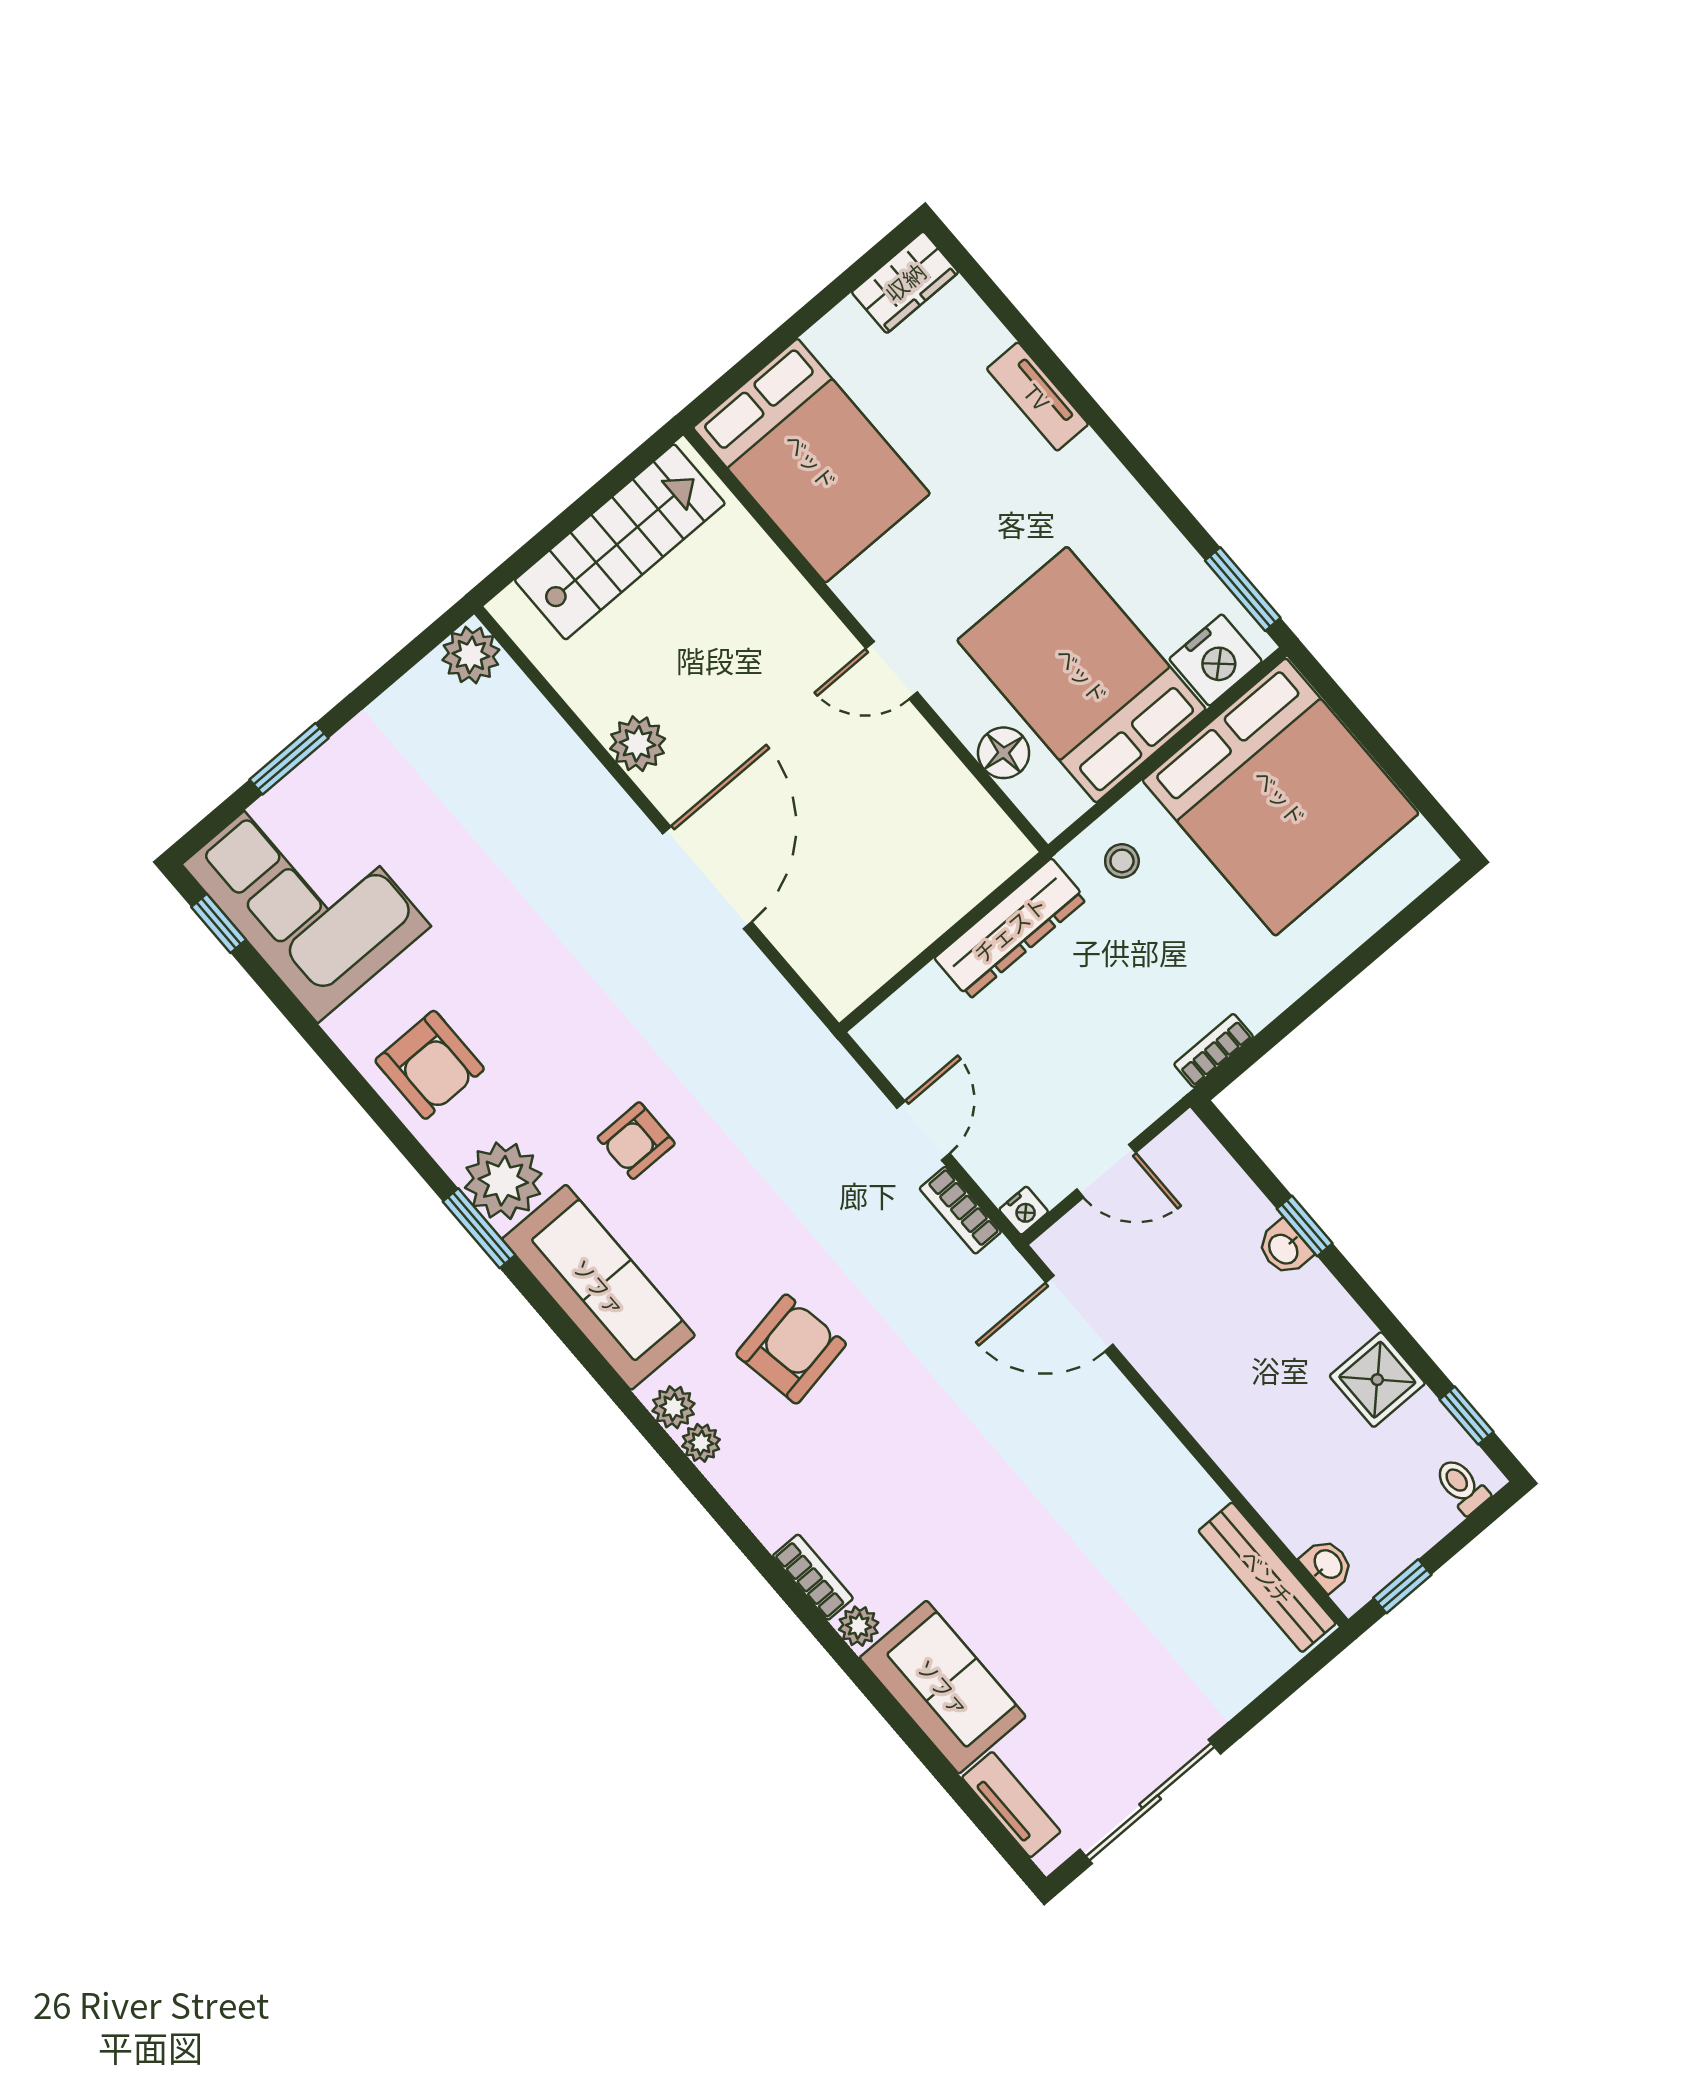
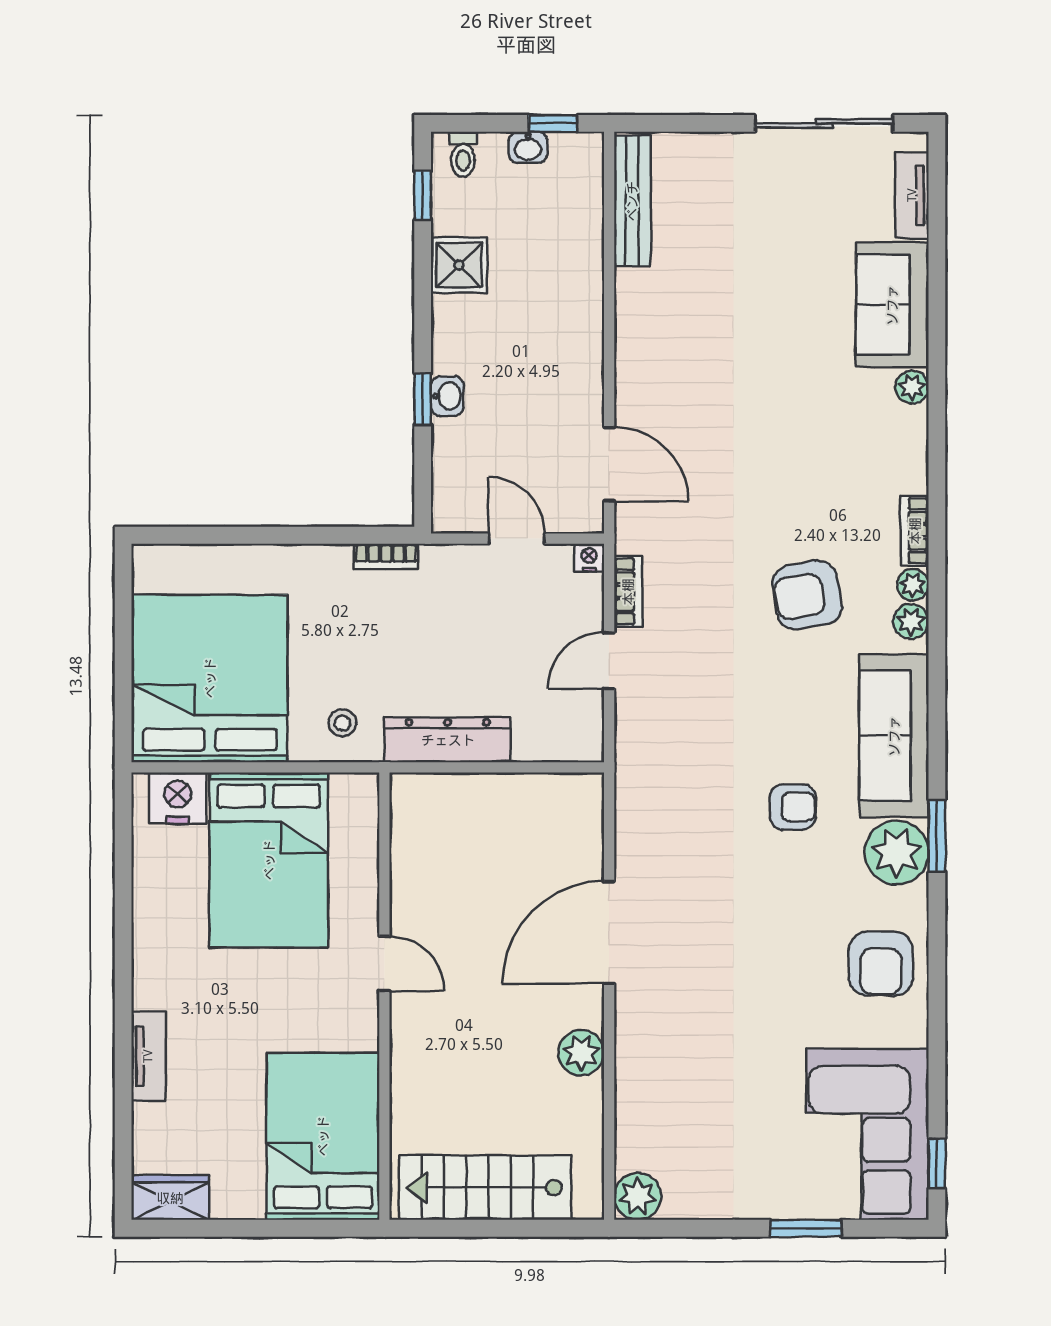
window: (1243, 589) -> (123, 828), removed
floor lamp: (1004, 753) -> (359, 853), removed
armchair: (430, 1065) -> (881, 964), turned 180
washbasin: (1327, 1565) -> (528, 147), moved, turned -90
bookcase: (813, 1577) -> (915, 531), moved

